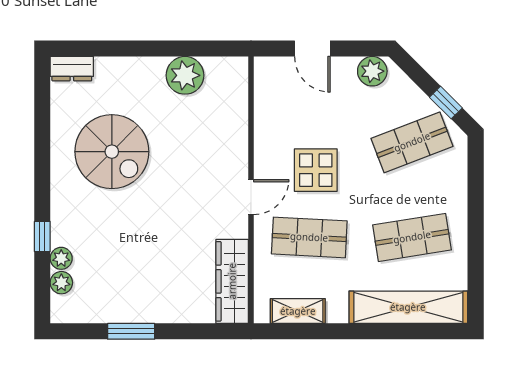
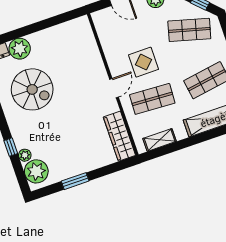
plant: (185, 75) -> (20, 49), moved
shop shelf: (412, 142) -> (189, 30), turned 36
plant: (61, 283) -> (36, 171), width x1.87, depth x1.87

